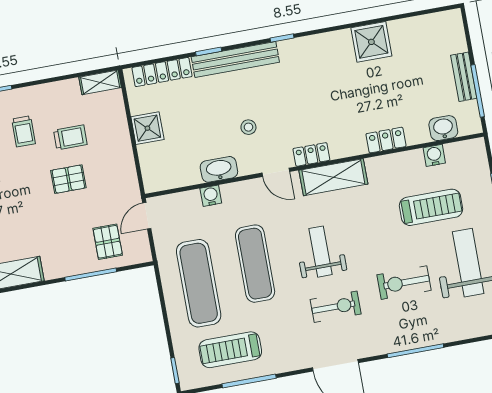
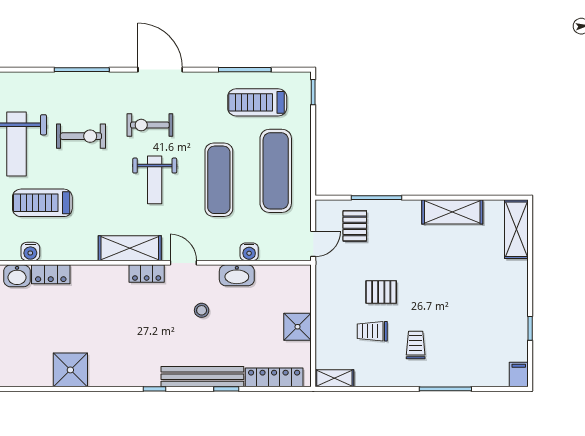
locker: (386, 140) -> (51, 274), moved
treadmill: (230, 350) -> (257, 102), turned 180

